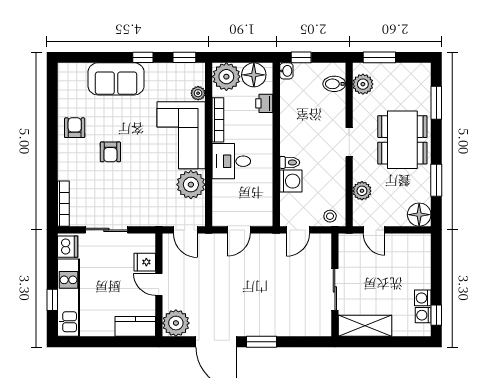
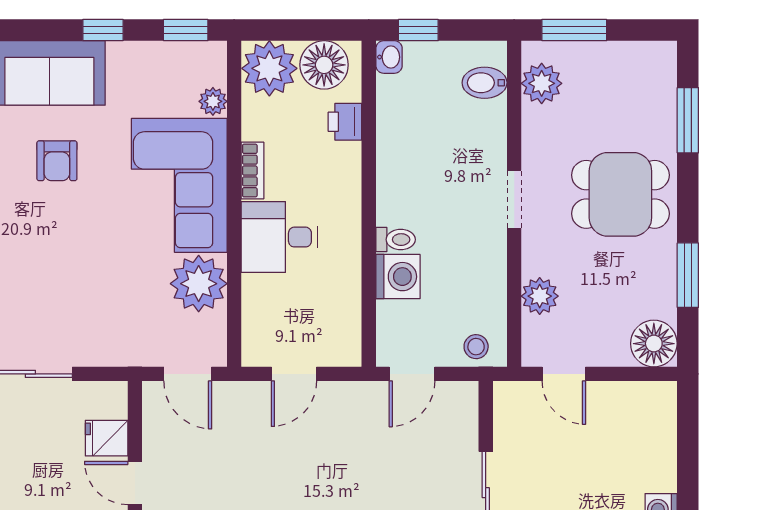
bookcase: (218, 120) -> (253, 171), width x0.64
dining table: (402, 140) -> (620, 194), width x0.73
armchair: (110, 152) -> (57, 161), moved

